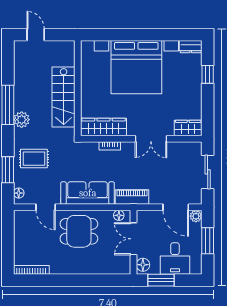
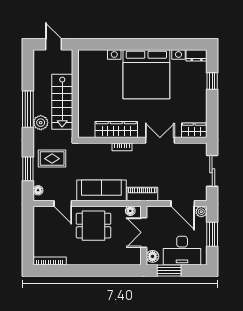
wall: (78, 88) -> (75, 94), moved
stairs: (64, 97) -> (62, 102), moved
double door: (151, 139) -> (160, 140), swing flipped
desk: (175, 259) -> (182, 251), width x1.37

